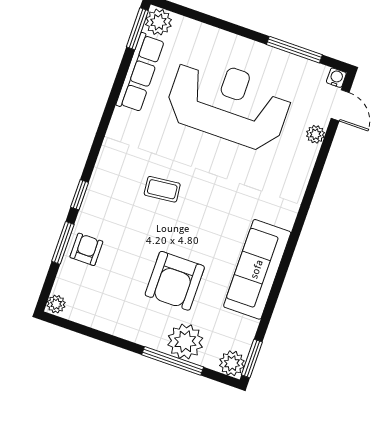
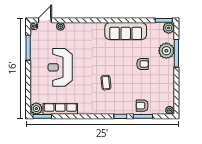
reception desk: (229, 103) -> (60, 67), width x0.74, depth x0.77
armchair: (175, 281) -> (142, 64), width x0.53, depth x0.53

